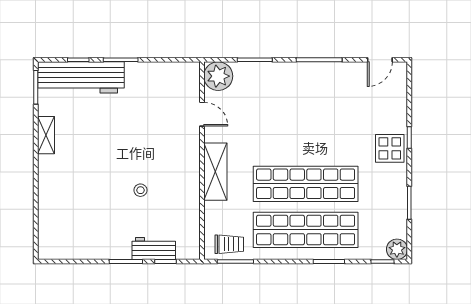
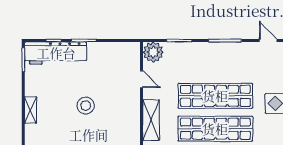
door: (380, 60) -> (268, 41), swing flipped
shelving: (46, 135) -> (31, 110), moved
shop shelf: (306, 138) -> (215, 96), added
stool: (140, 190) -> (86, 106), moved, width x1.89, depth x1.89

